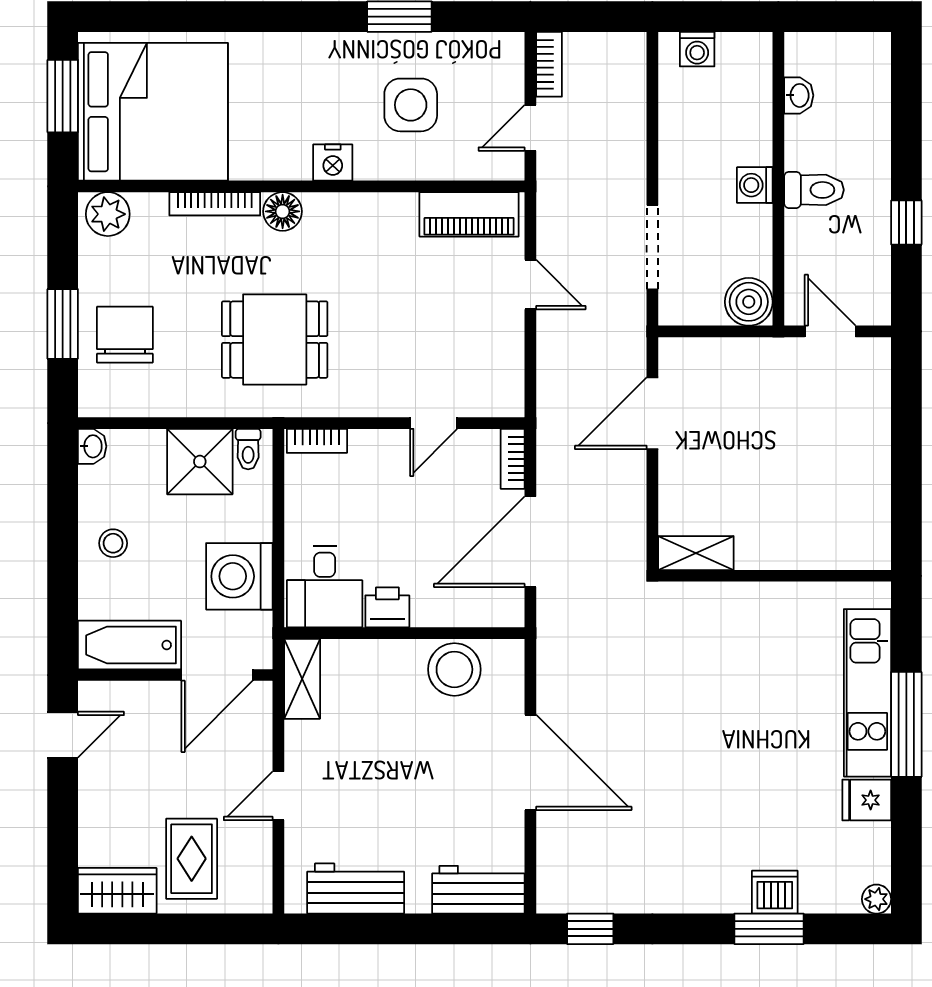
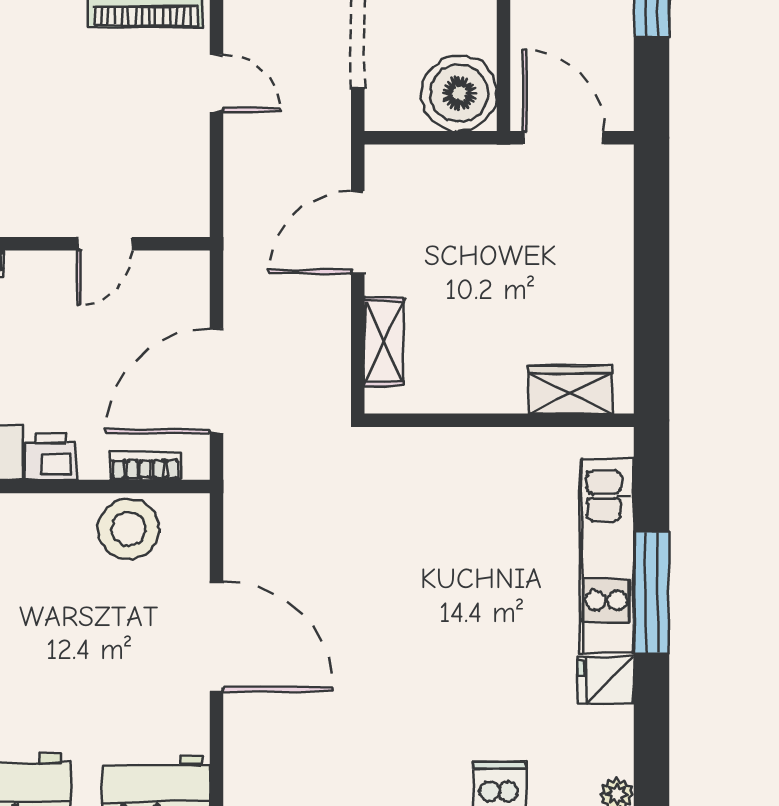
boiler: (749, 302) -> (459, 93), width x1.37, depth x1.37
door: (830, 331) -> (563, 138), width x1.38
bookcase: (513, 459) -> (146, 466), moved, turned 90
wardrobe: (836, 549) -> (570, 390), added
shelving: (696, 553) -> (384, 342), moved, turned 90

